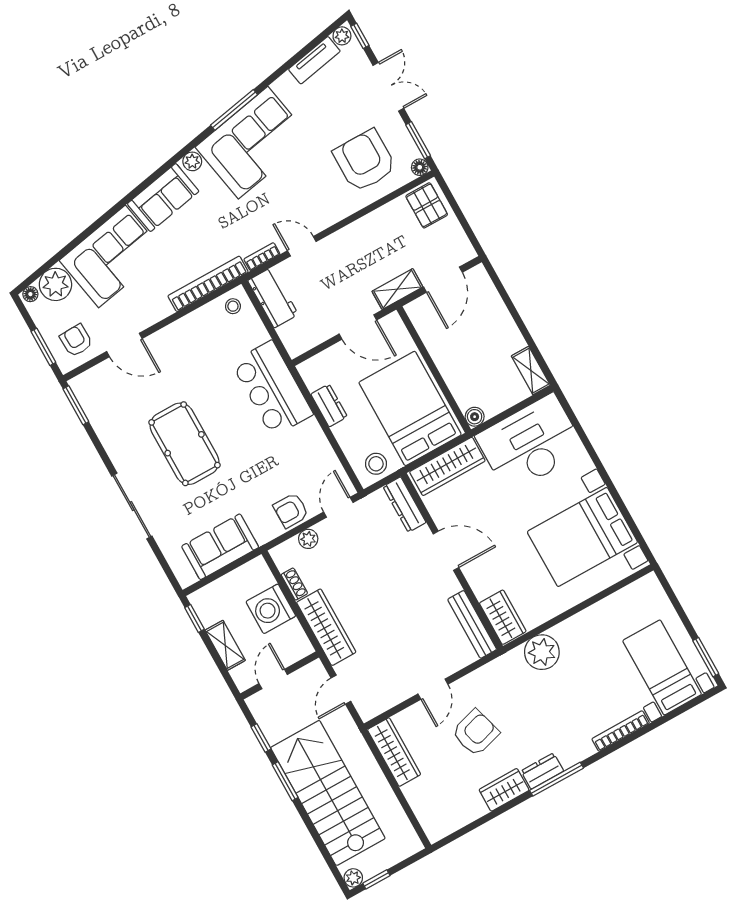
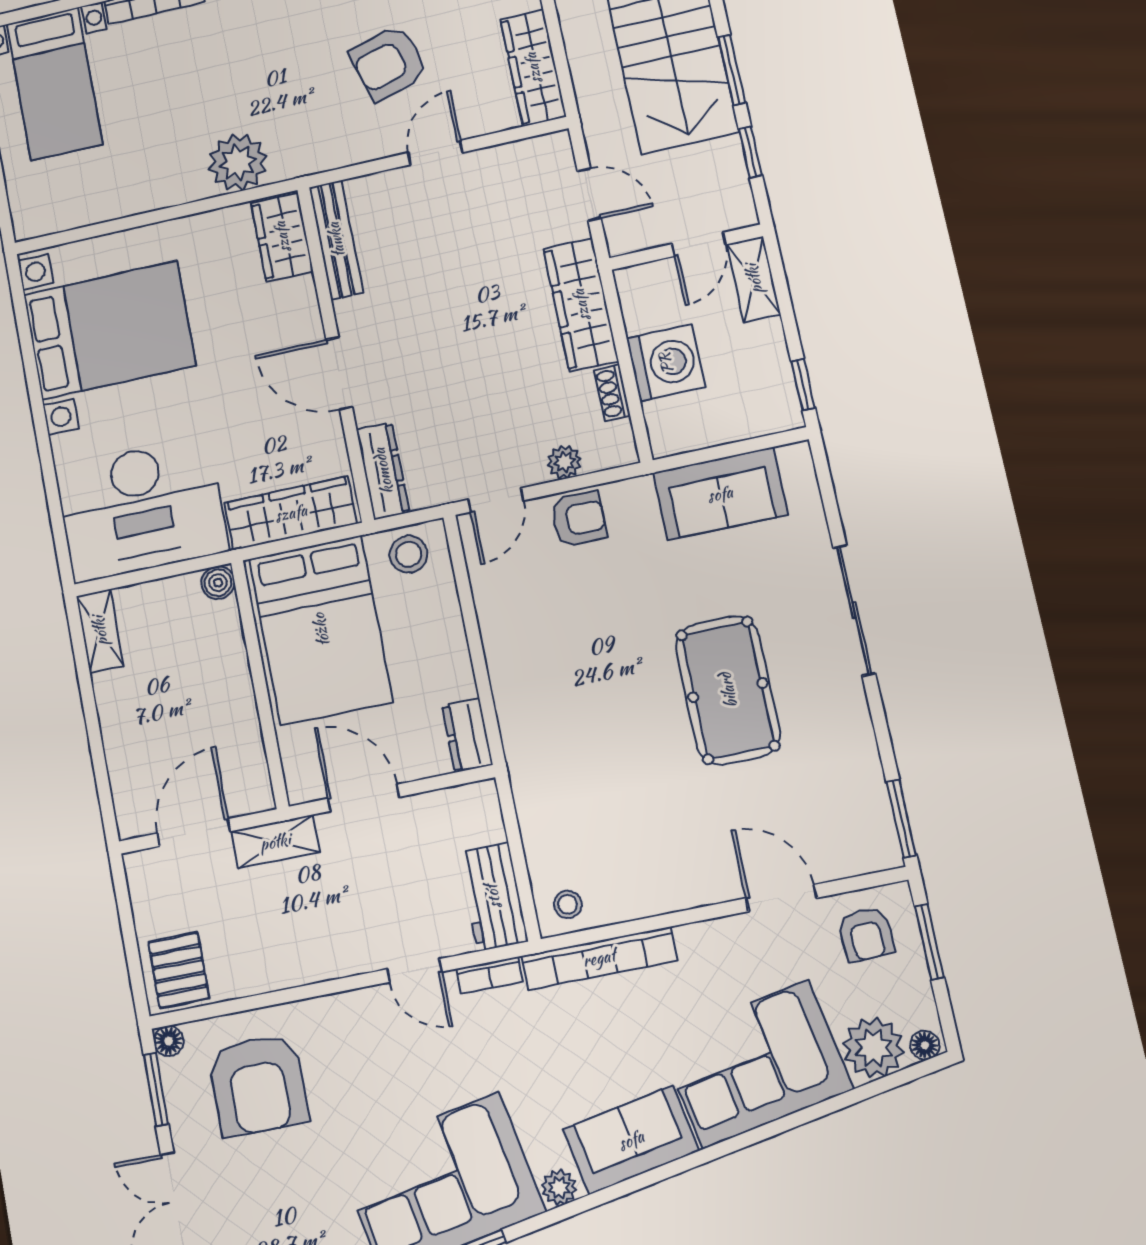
bar counter: (272, 388) -> (544, 738), removed
dresser: (329, 405) -> (467, 735), moved
shelving: (225, 645) -> (754, 279), moved
door: (341, 690) -> (589, 194), hinge flipped

